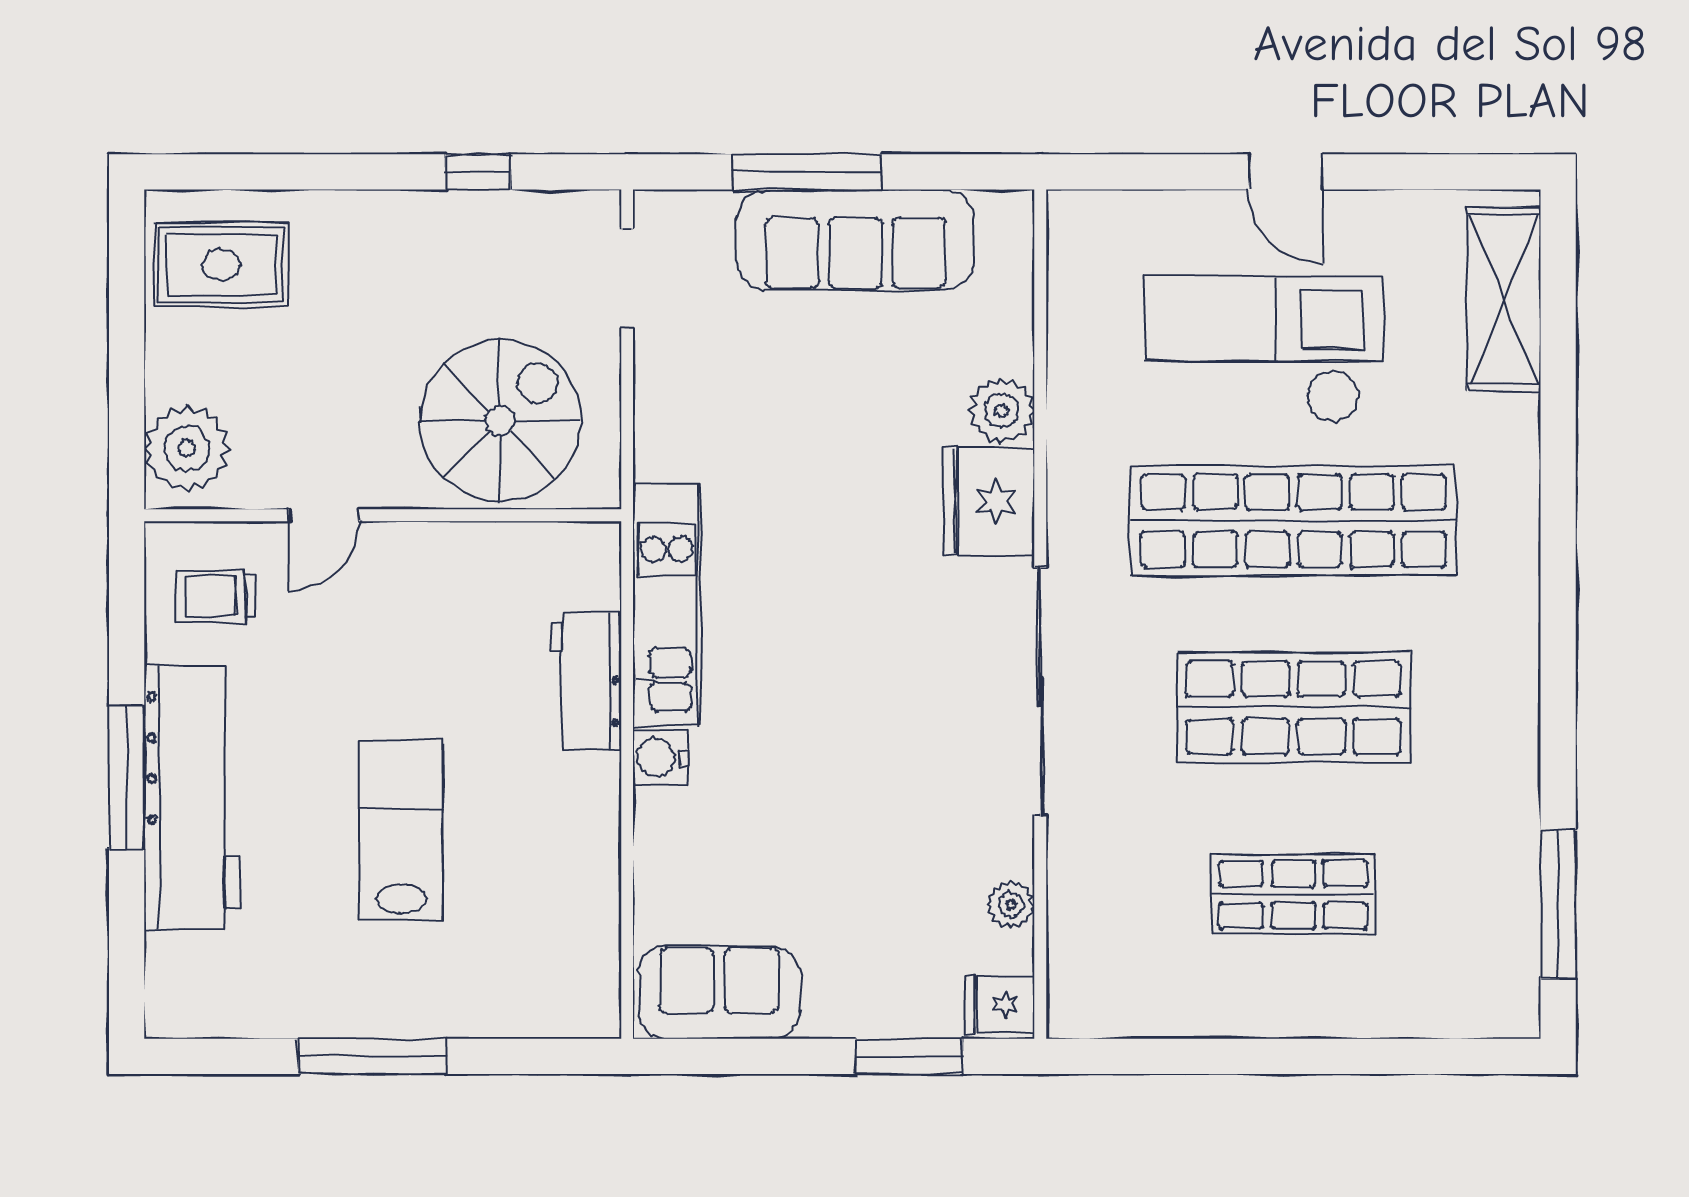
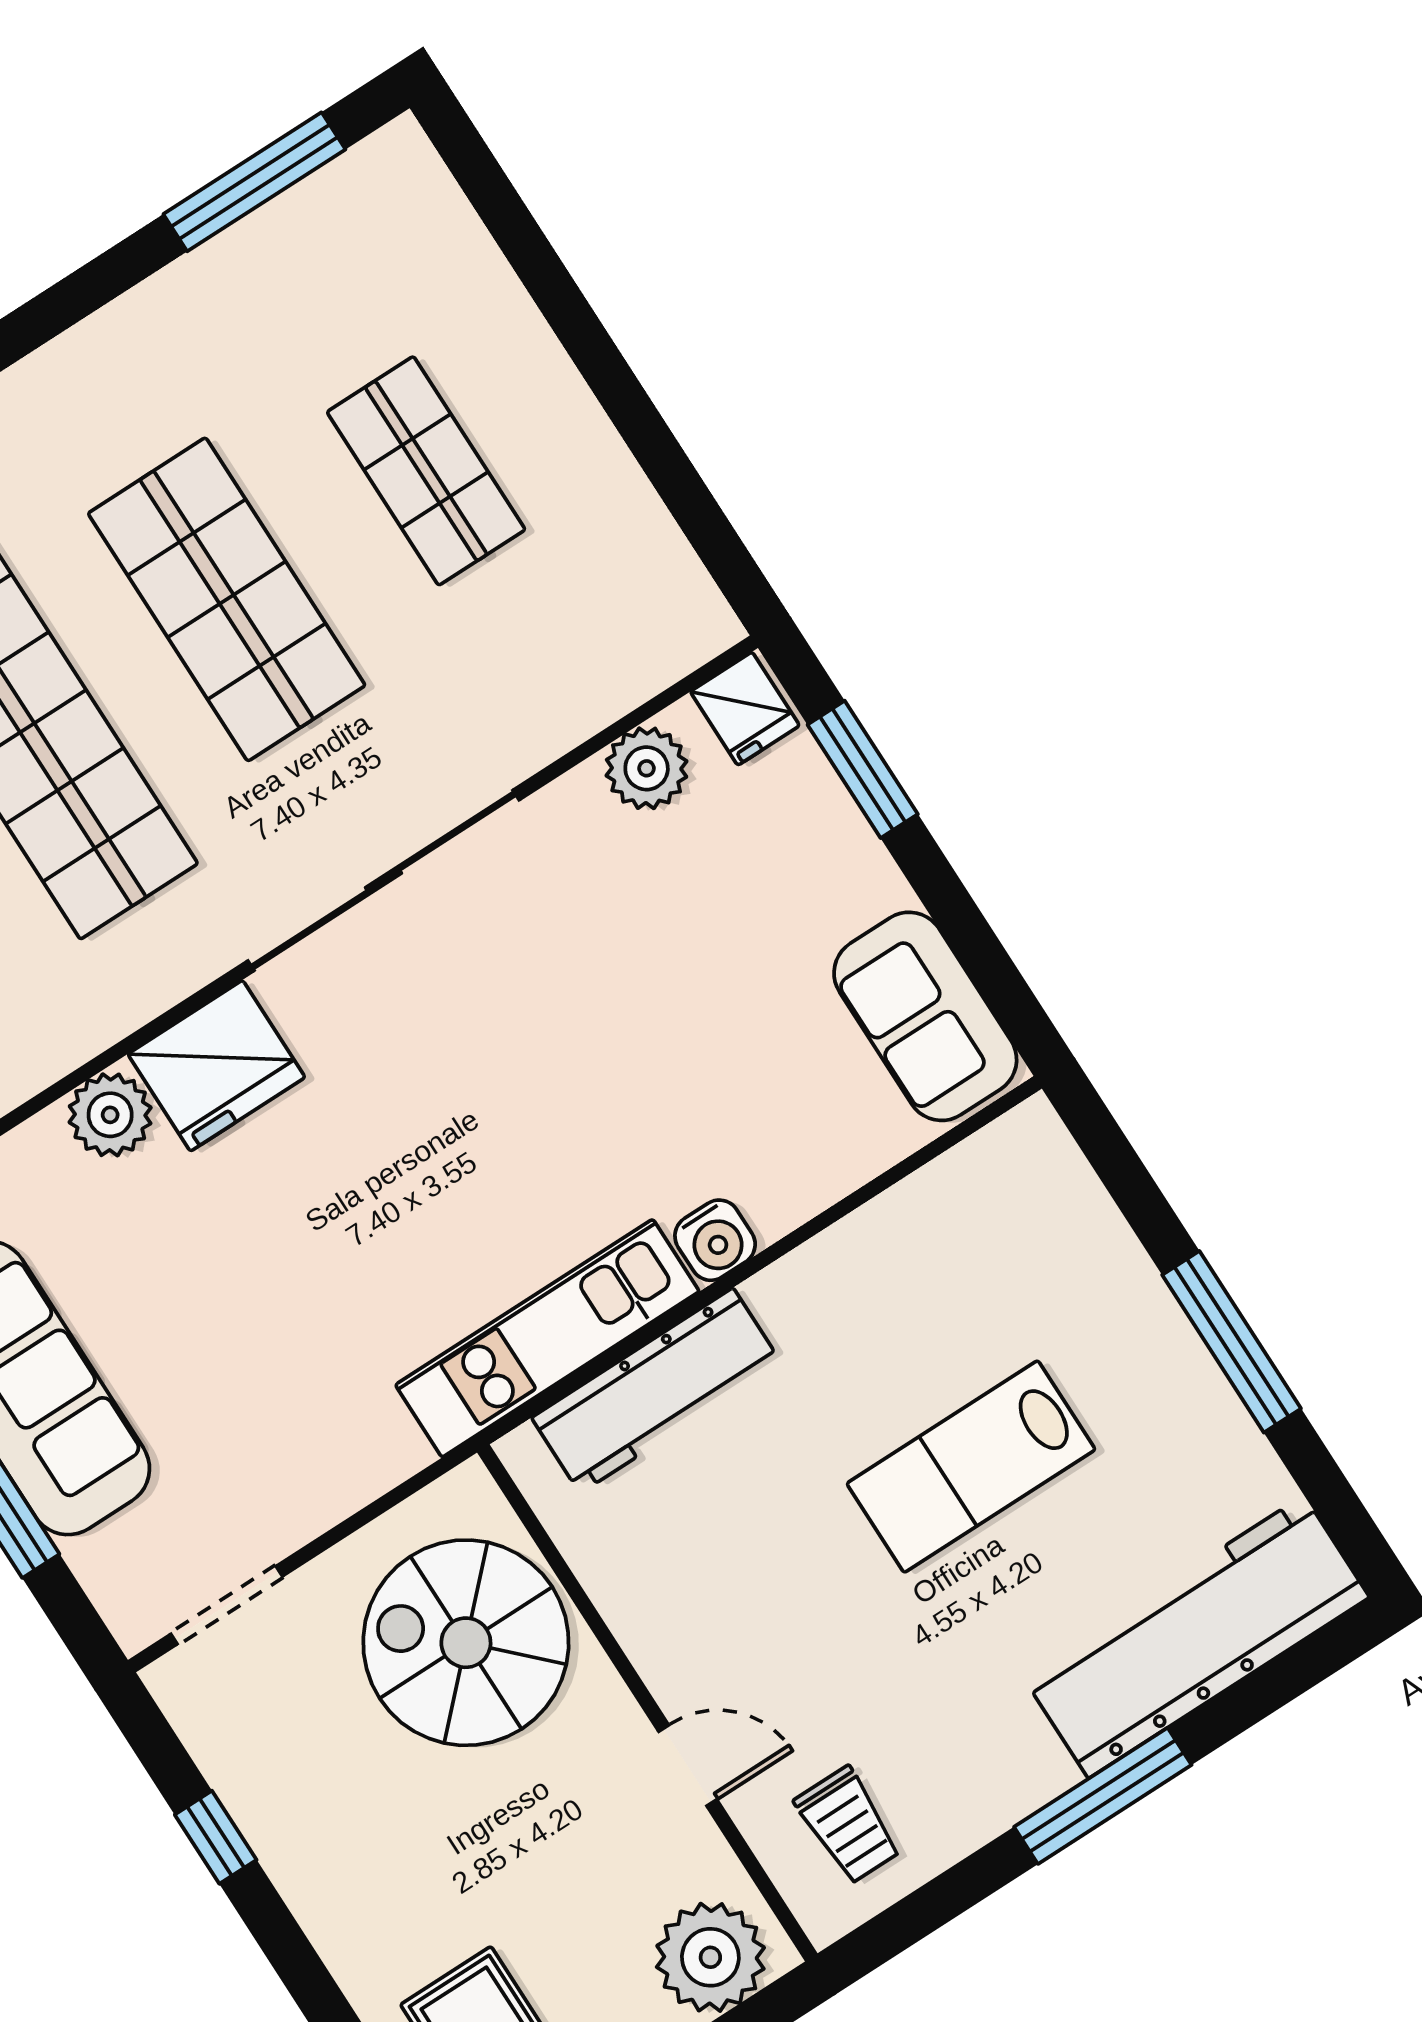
workbench: (586, 681) -> (657, 1391), width x1.37
workbench: (192, 798) -> (1196, 1637), moved
plant: (1011, 905) -> (647, 768), width x1.38, depth x1.38

